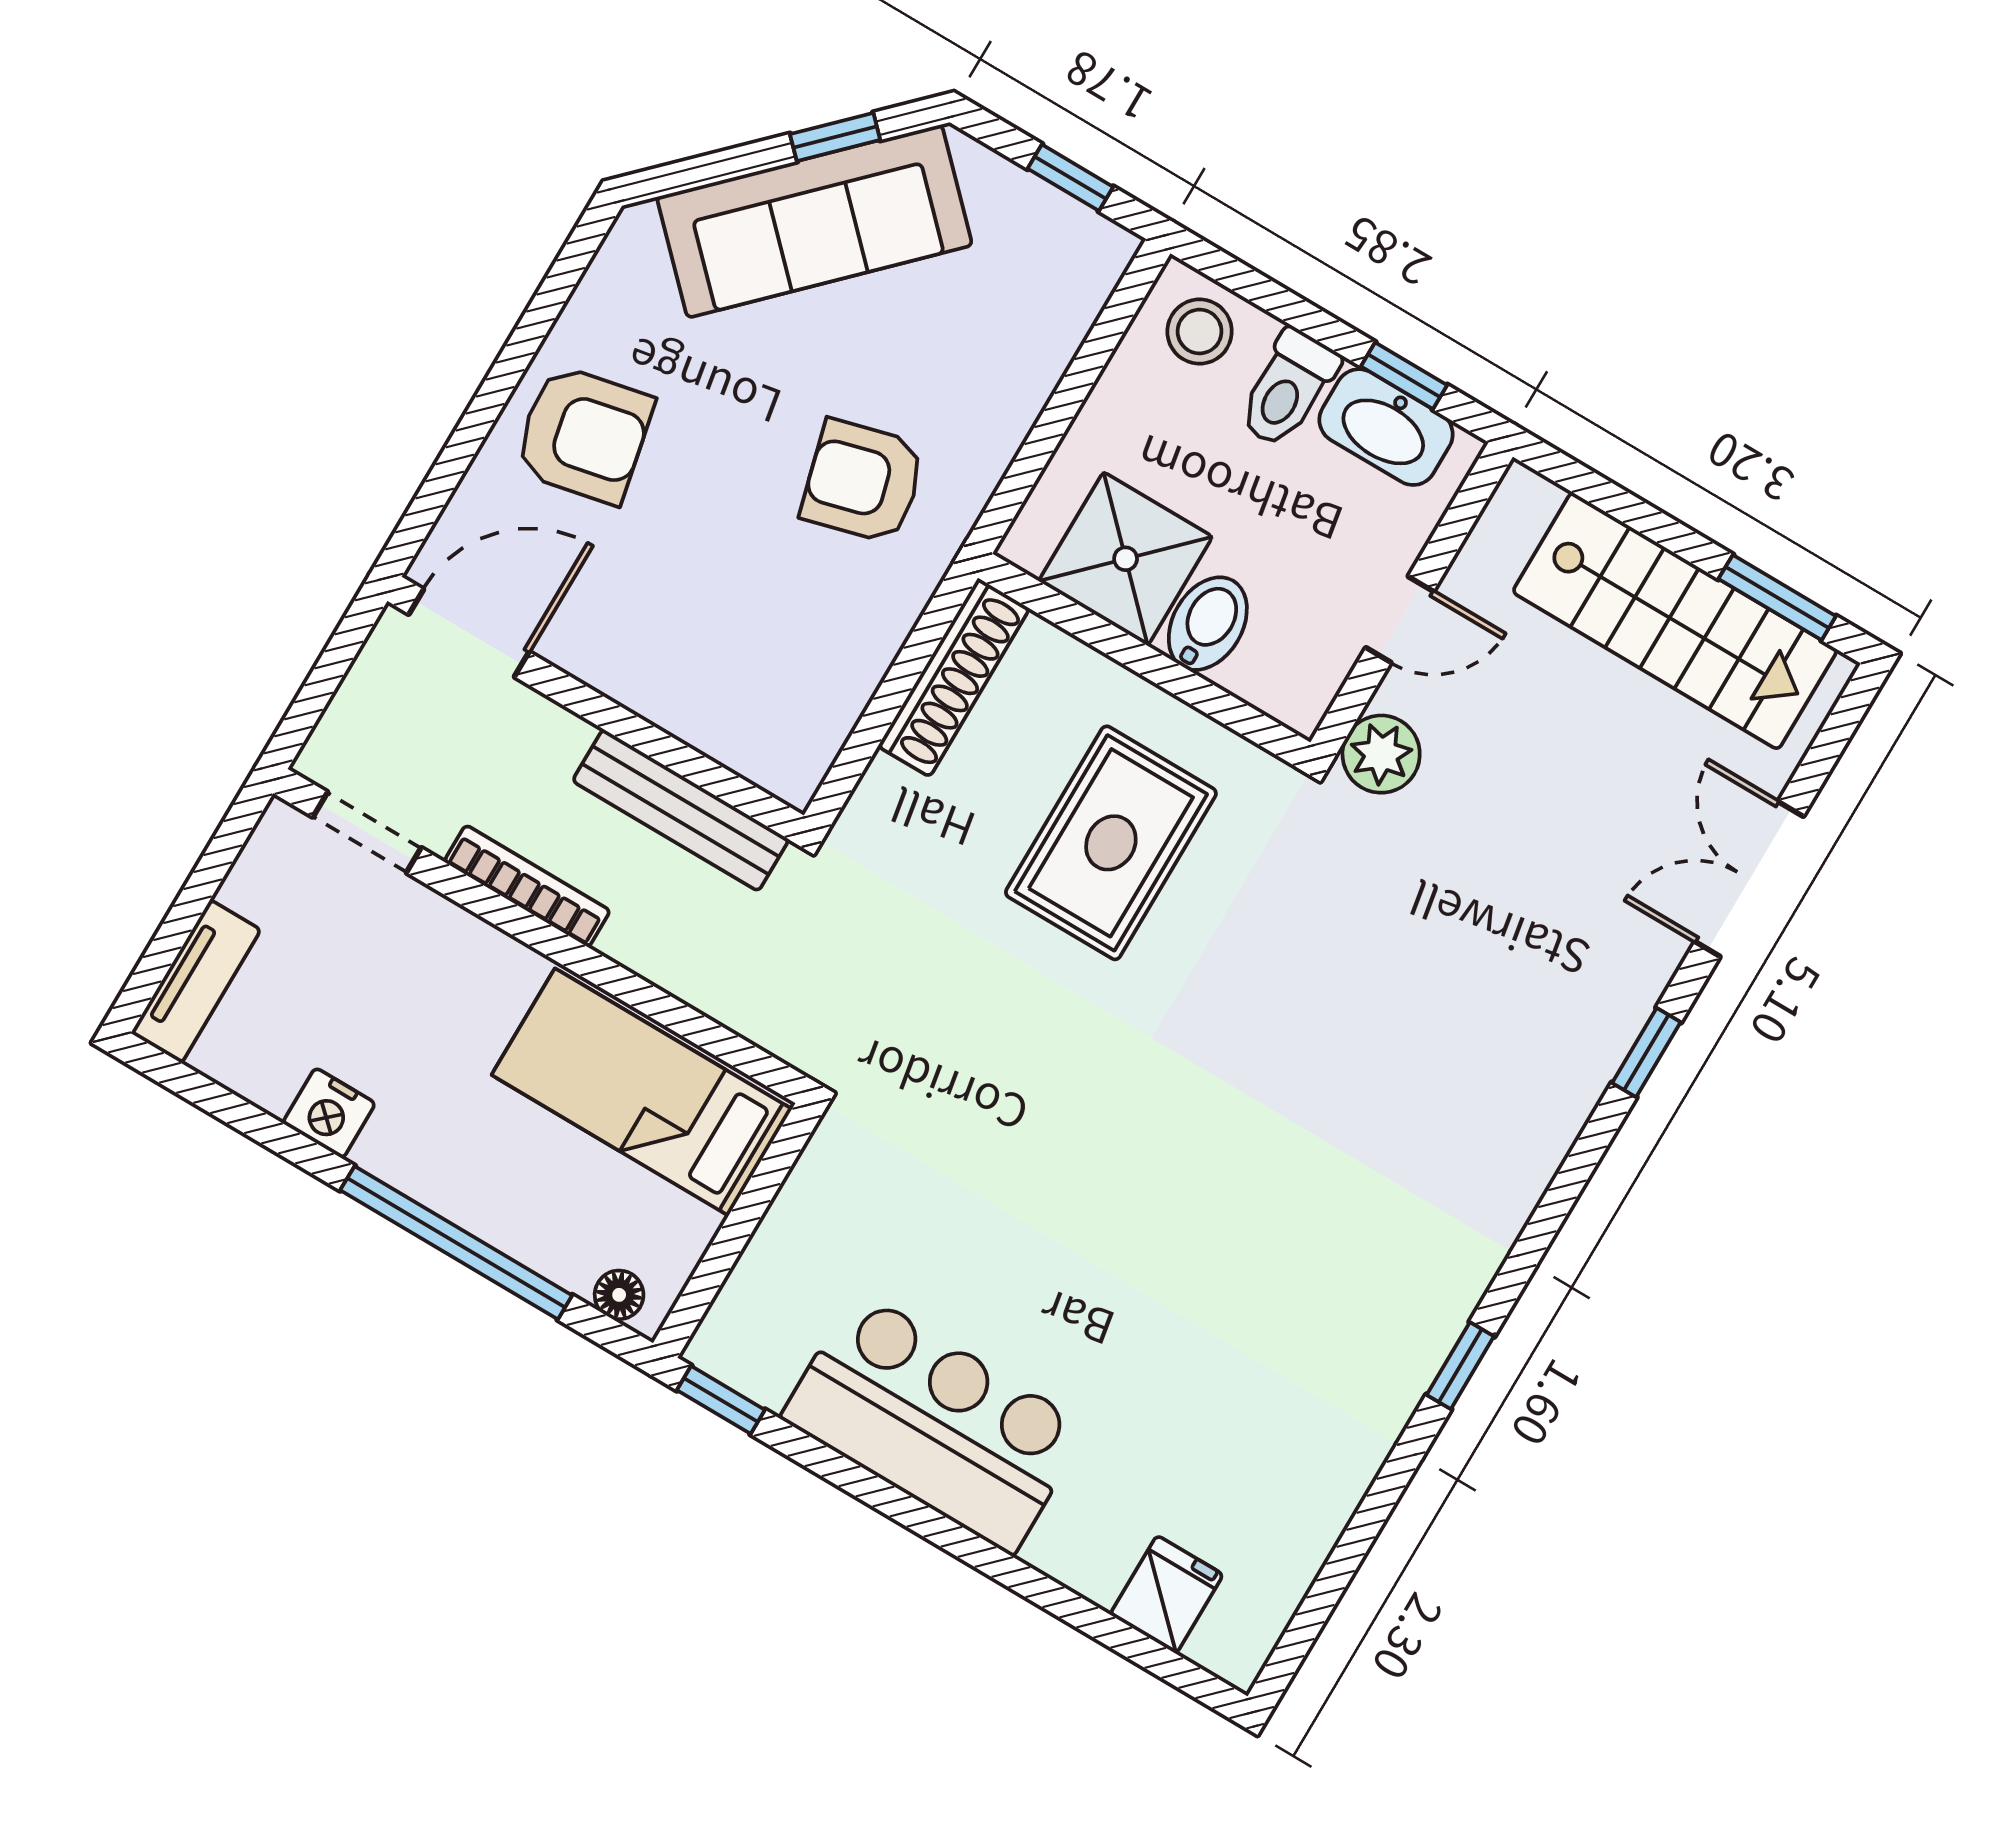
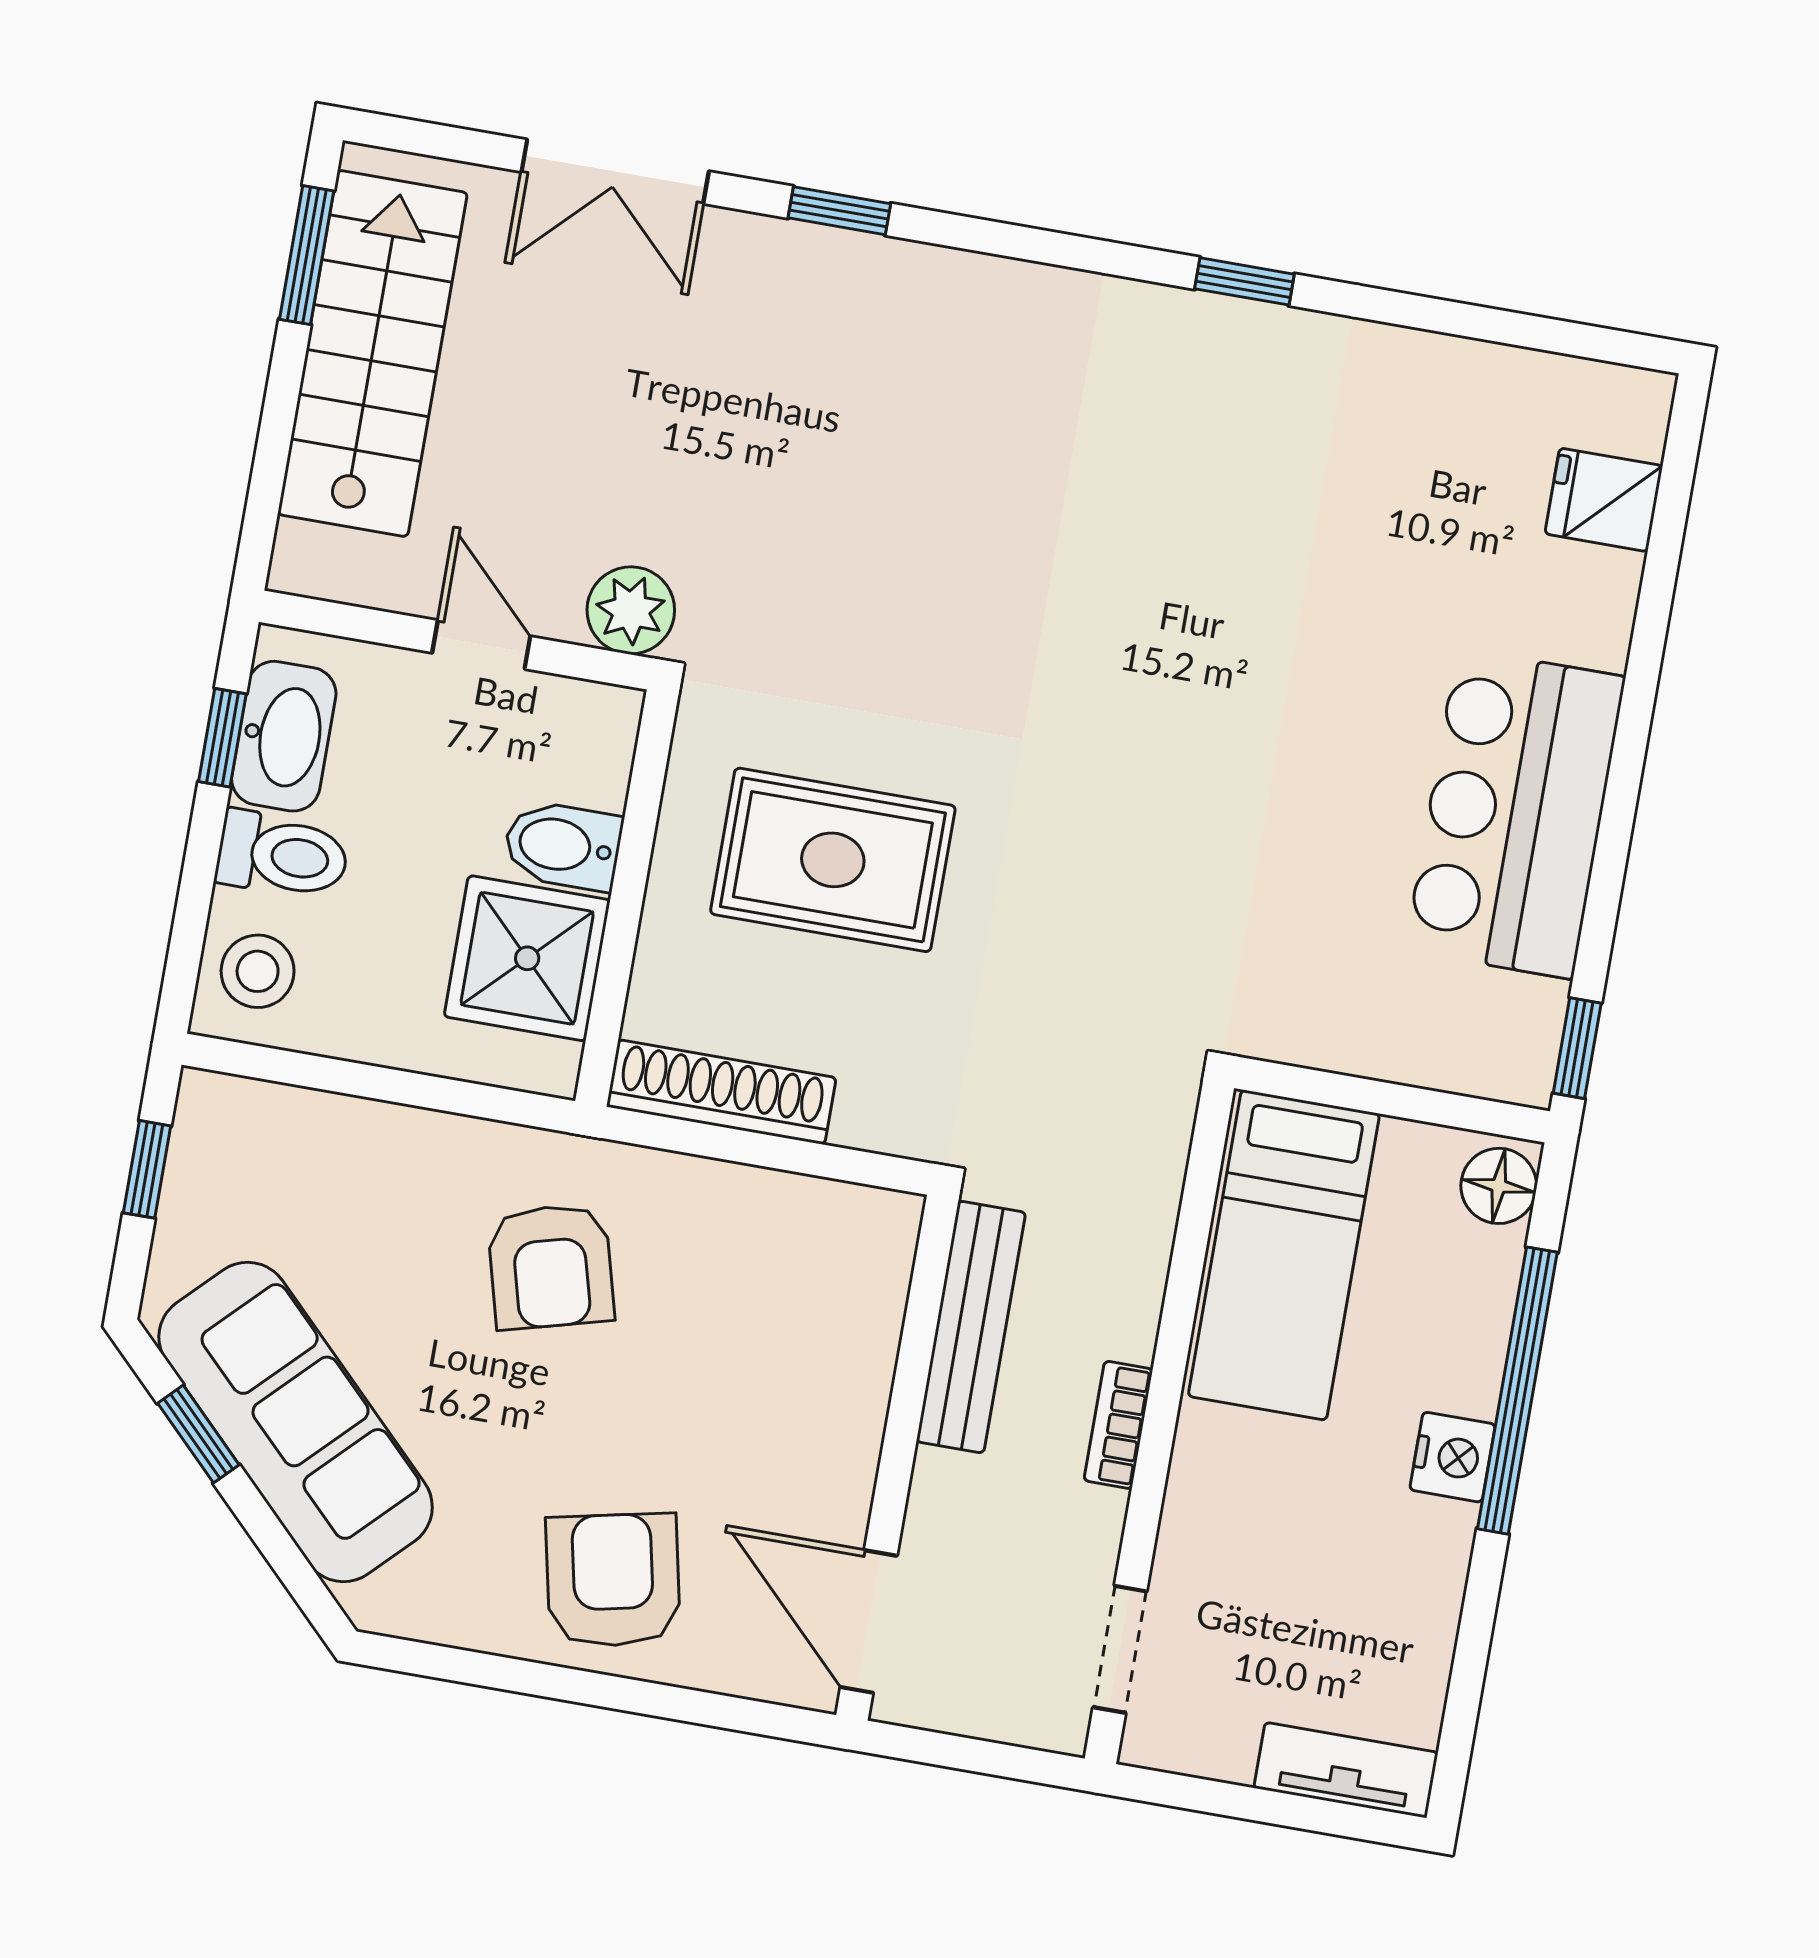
bookcase: (527, 886) -> (1118, 1425), width x0.64
nightstand: (329, 1113) -> (1453, 1457), moved
floor lamp: (619, 1295) -> (1499, 1186), width x1.37, depth x1.37

